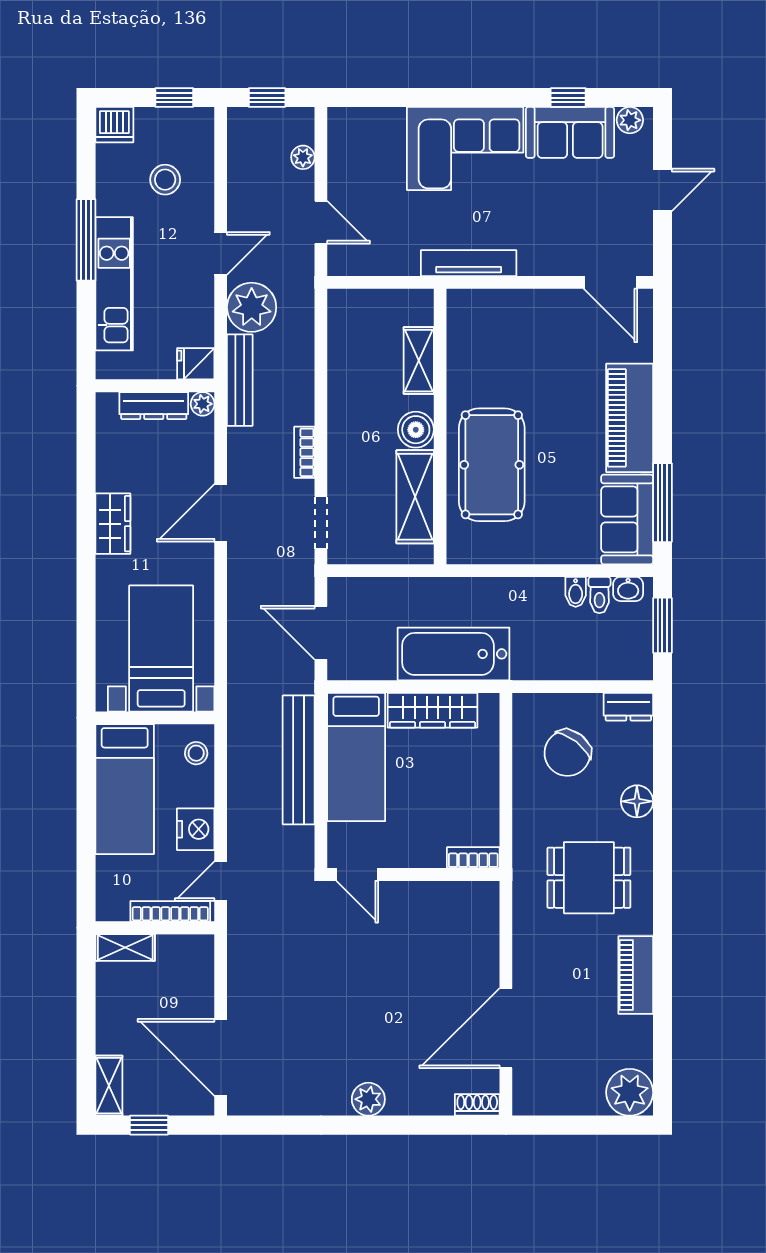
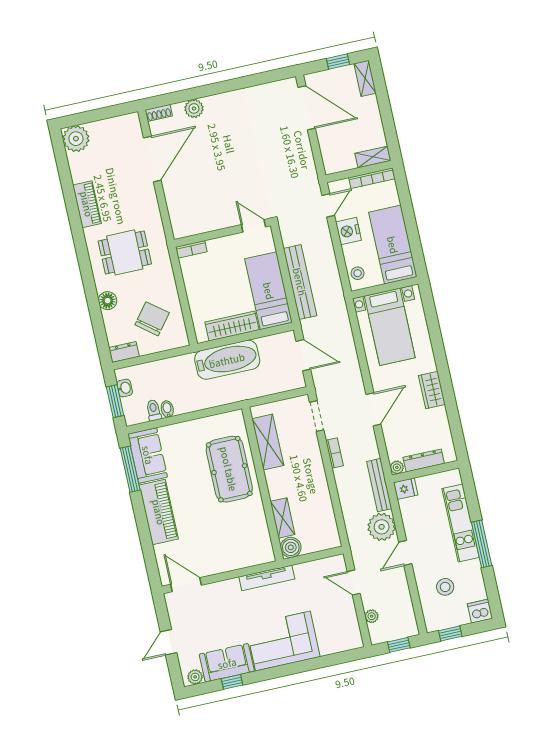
boiler: (416, 430) -> (291, 547), moved
washbasin: (628, 589) -> (125, 388), moved, turned 90
bookcase: (170, 911) -> (372, 178), moved
plant: (368, 1099) -> (194, 108), moved

